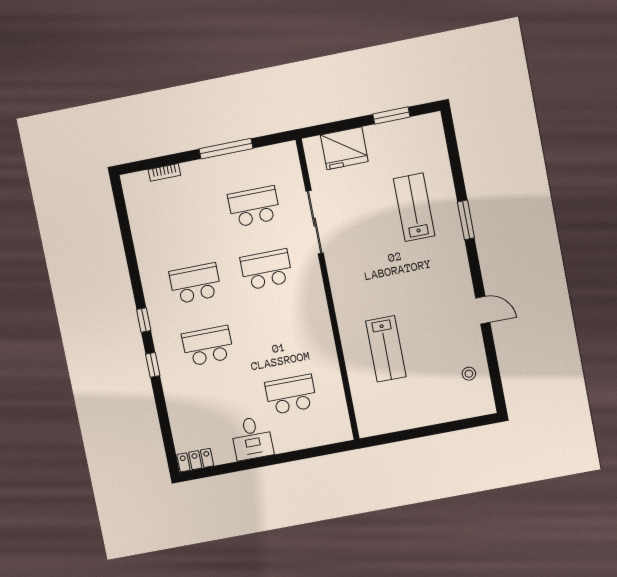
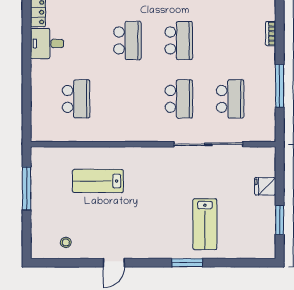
fridge: (344, 148) -> (265, 186), width x0.53, depth x0.75
lab bench: (414, 207) -> (205, 224), turned 90
sliding door: (315, 222) -> (208, 144), width x1.36
window: (411, 434) -> (27, 188), added
desk: (252, 438) -> (47, 44), moved

